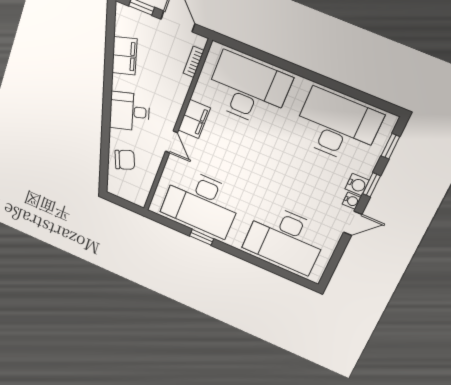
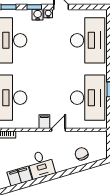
desk: (130, 111) -> (41, 164), moved
filing cabinet: (194, 119) -> (44, 122), width x0.50

